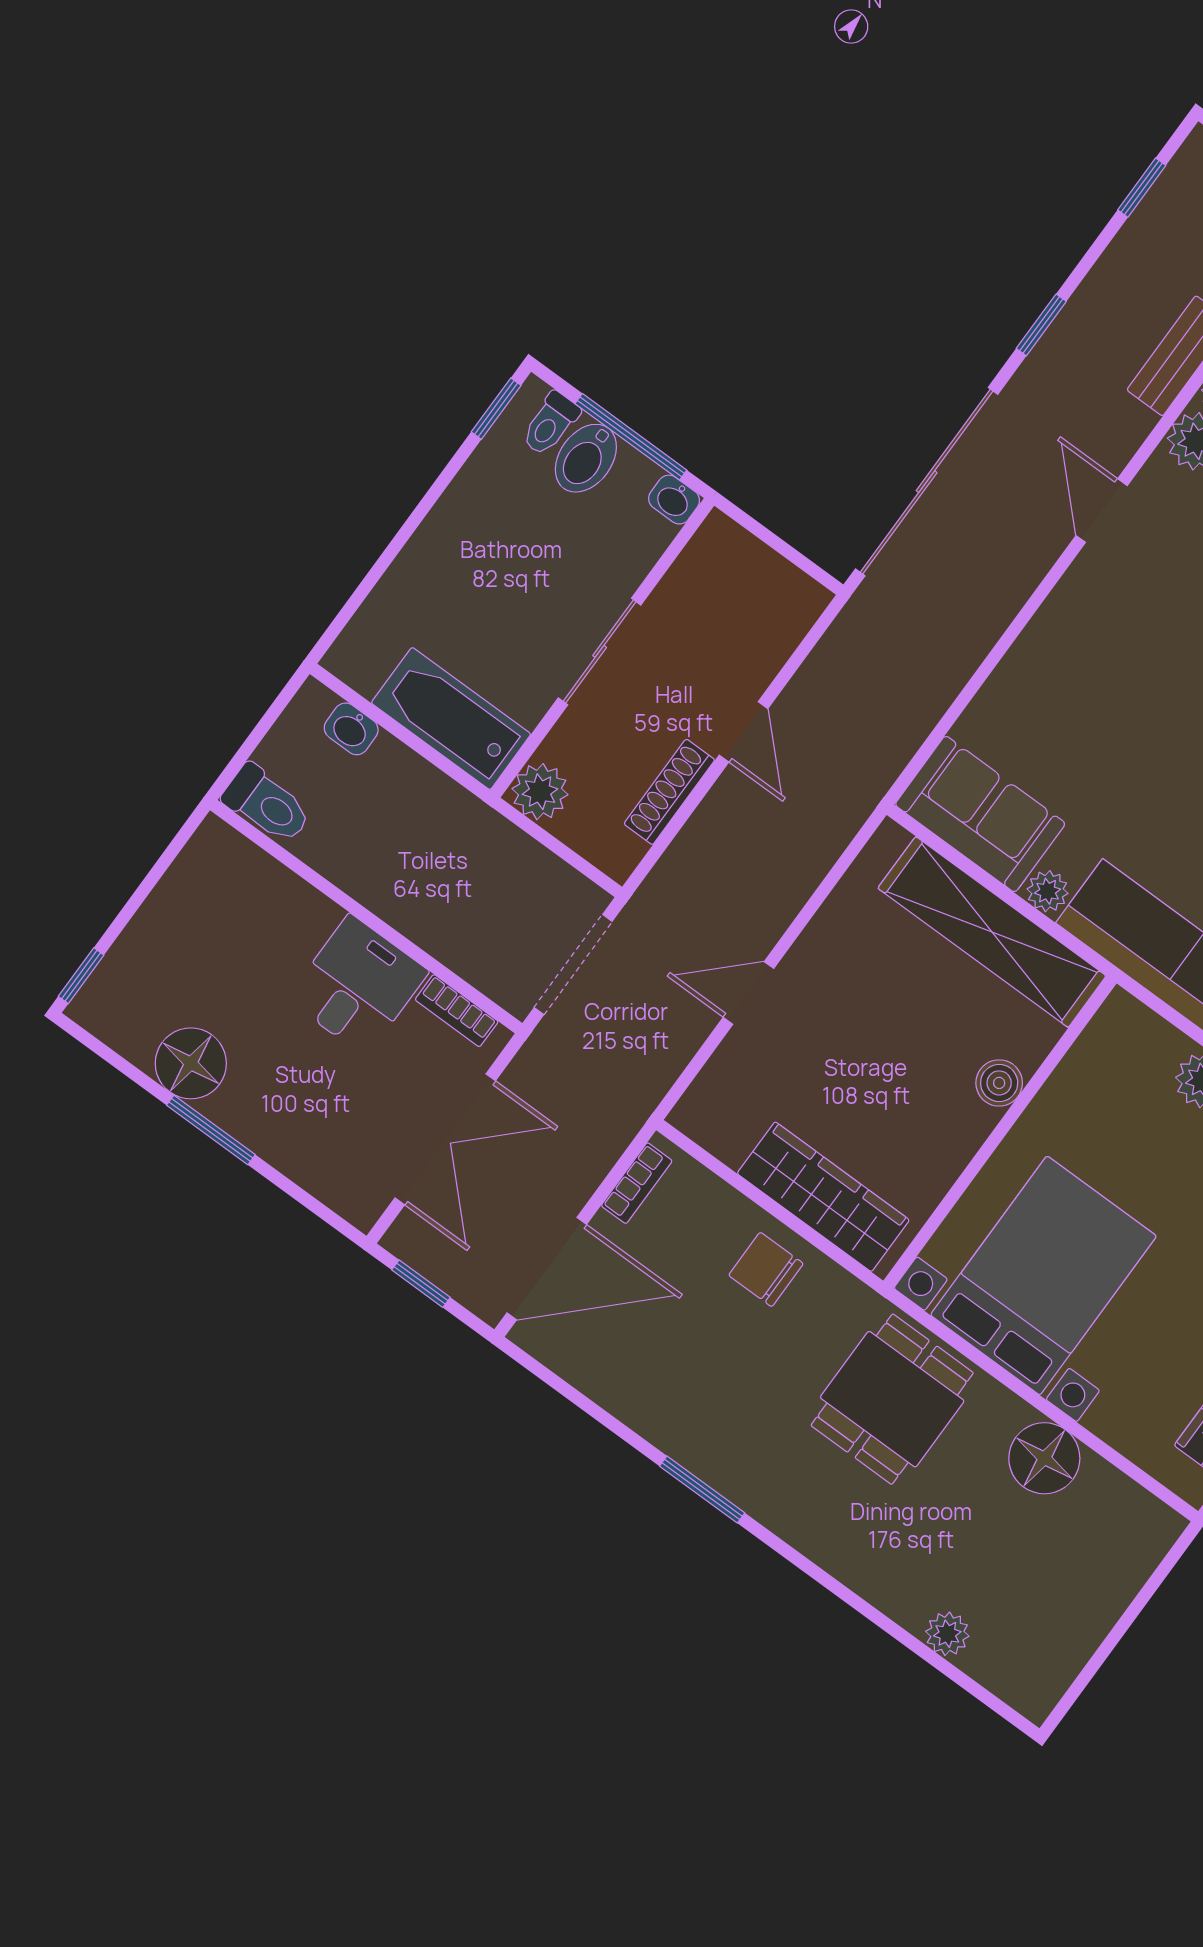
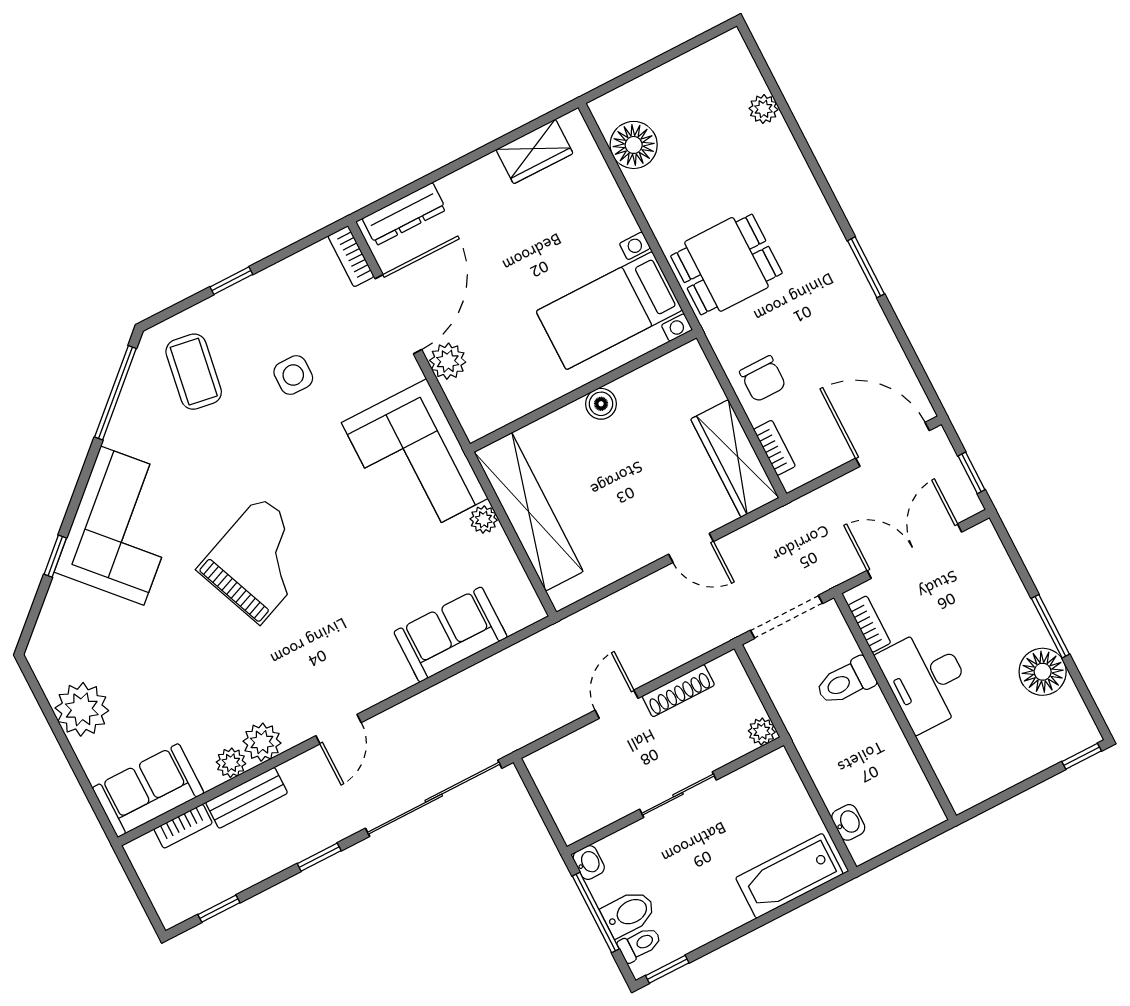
bathtub: (451, 718) -> (789, 876), moved, turned 90
plant: (540, 792) -> (762, 731), width x0.73, depth x0.73
toilet: (267, 804) -> (846, 682), moved, turned -90
sofa: (980, 814) -> (451, 635), moved, turned 90
desk: (358, 985) -> (926, 679), width x1.37
boiler: (999, 1083) -> (601, 404), moved
bookcase: (637, 1183) -> (775, 448), moved, turned 90
wardrobe: (823, 1197) -> (735, 458), moved
bed with nightstands: (1043, 1276) -> (609, 311), width x0.73
floor lamp: (1044, 1458) -> (634, 145), moved

